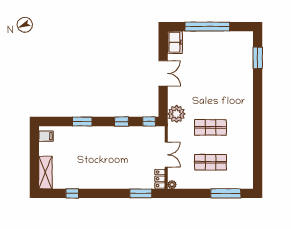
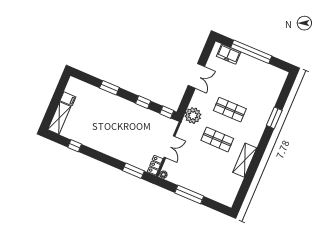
freezer: (175, 42) -> (229, 54), moved, turned 90
window: (258, 58) -> (274, 118), moved
filing cabinet: (46, 136) -> (68, 99), moved
shelving: (246, 136) -> (245, 160), added
shop shelf: (210, 162) -> (230, 110), moved
window: (226, 193) -> (189, 194), moved

